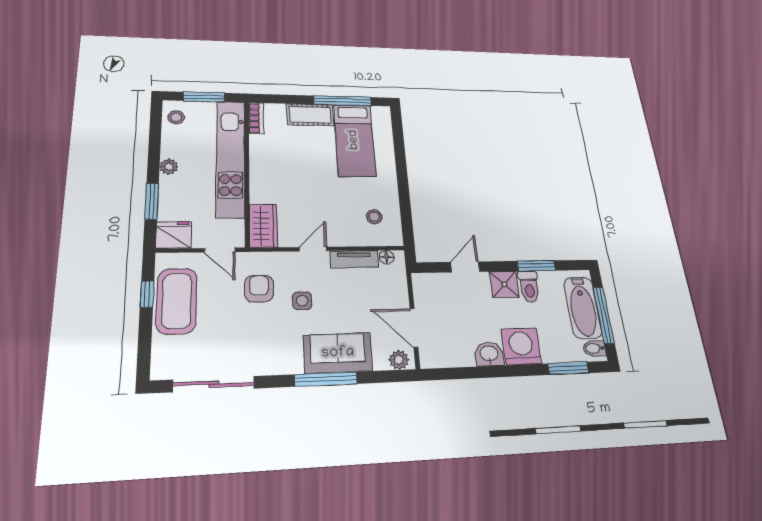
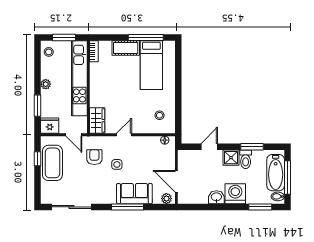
tv unit: (354, 259) -> (146, 141), removed

